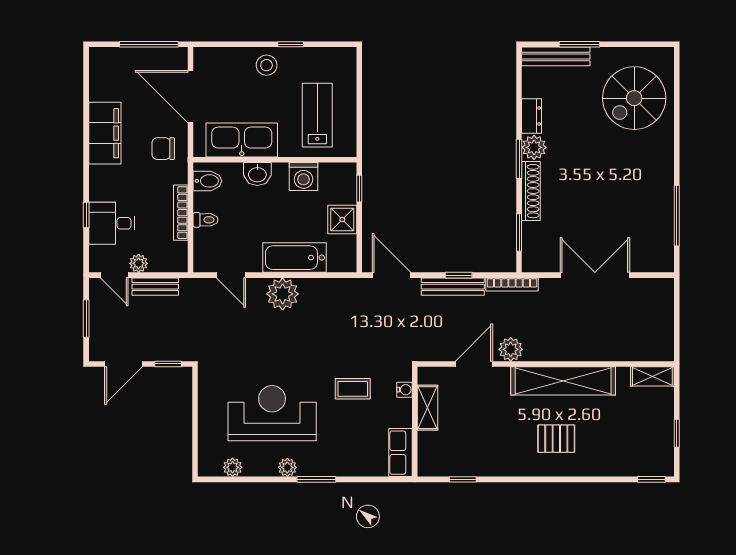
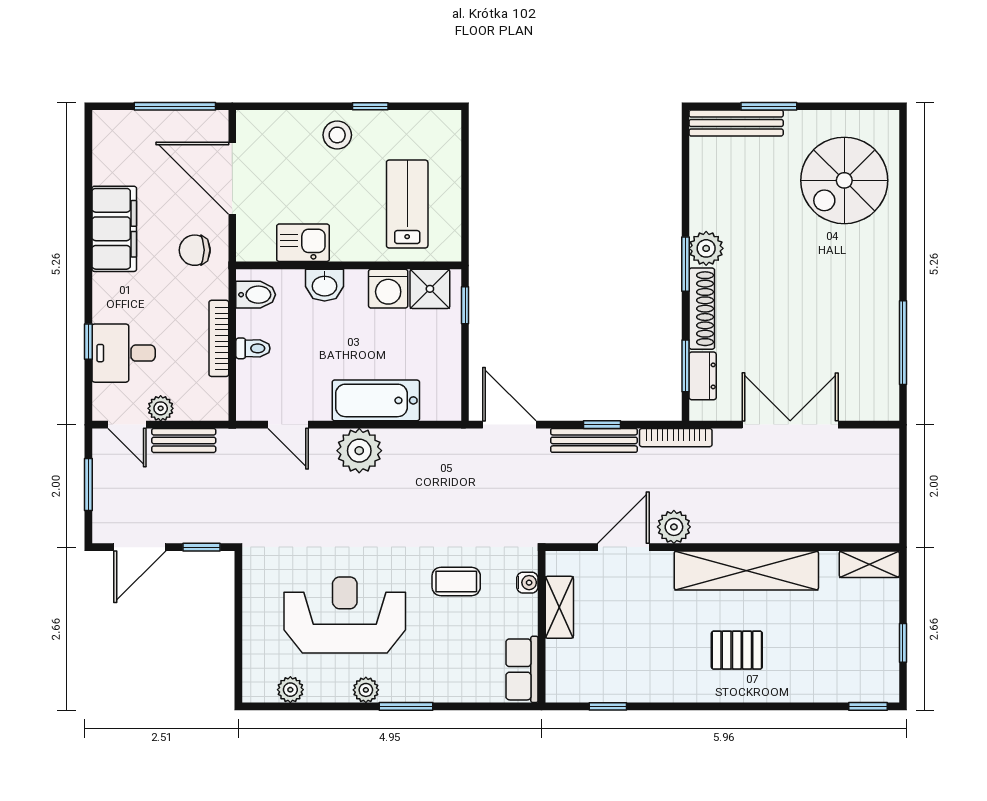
dresser: (532, 116) -> (703, 376), moved
kitchen sink: (242, 140) -> (303, 243), width x0.53, depth x0.81
shower: (342, 220) -> (430, 289), moved

